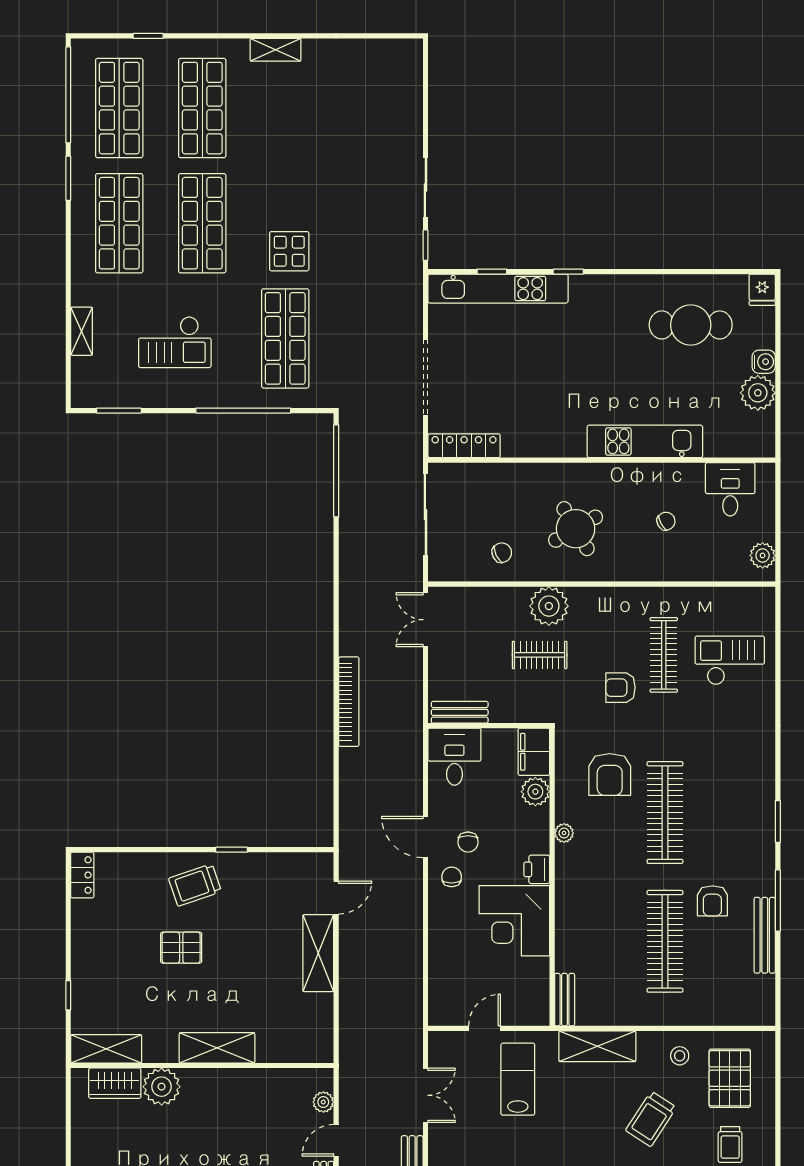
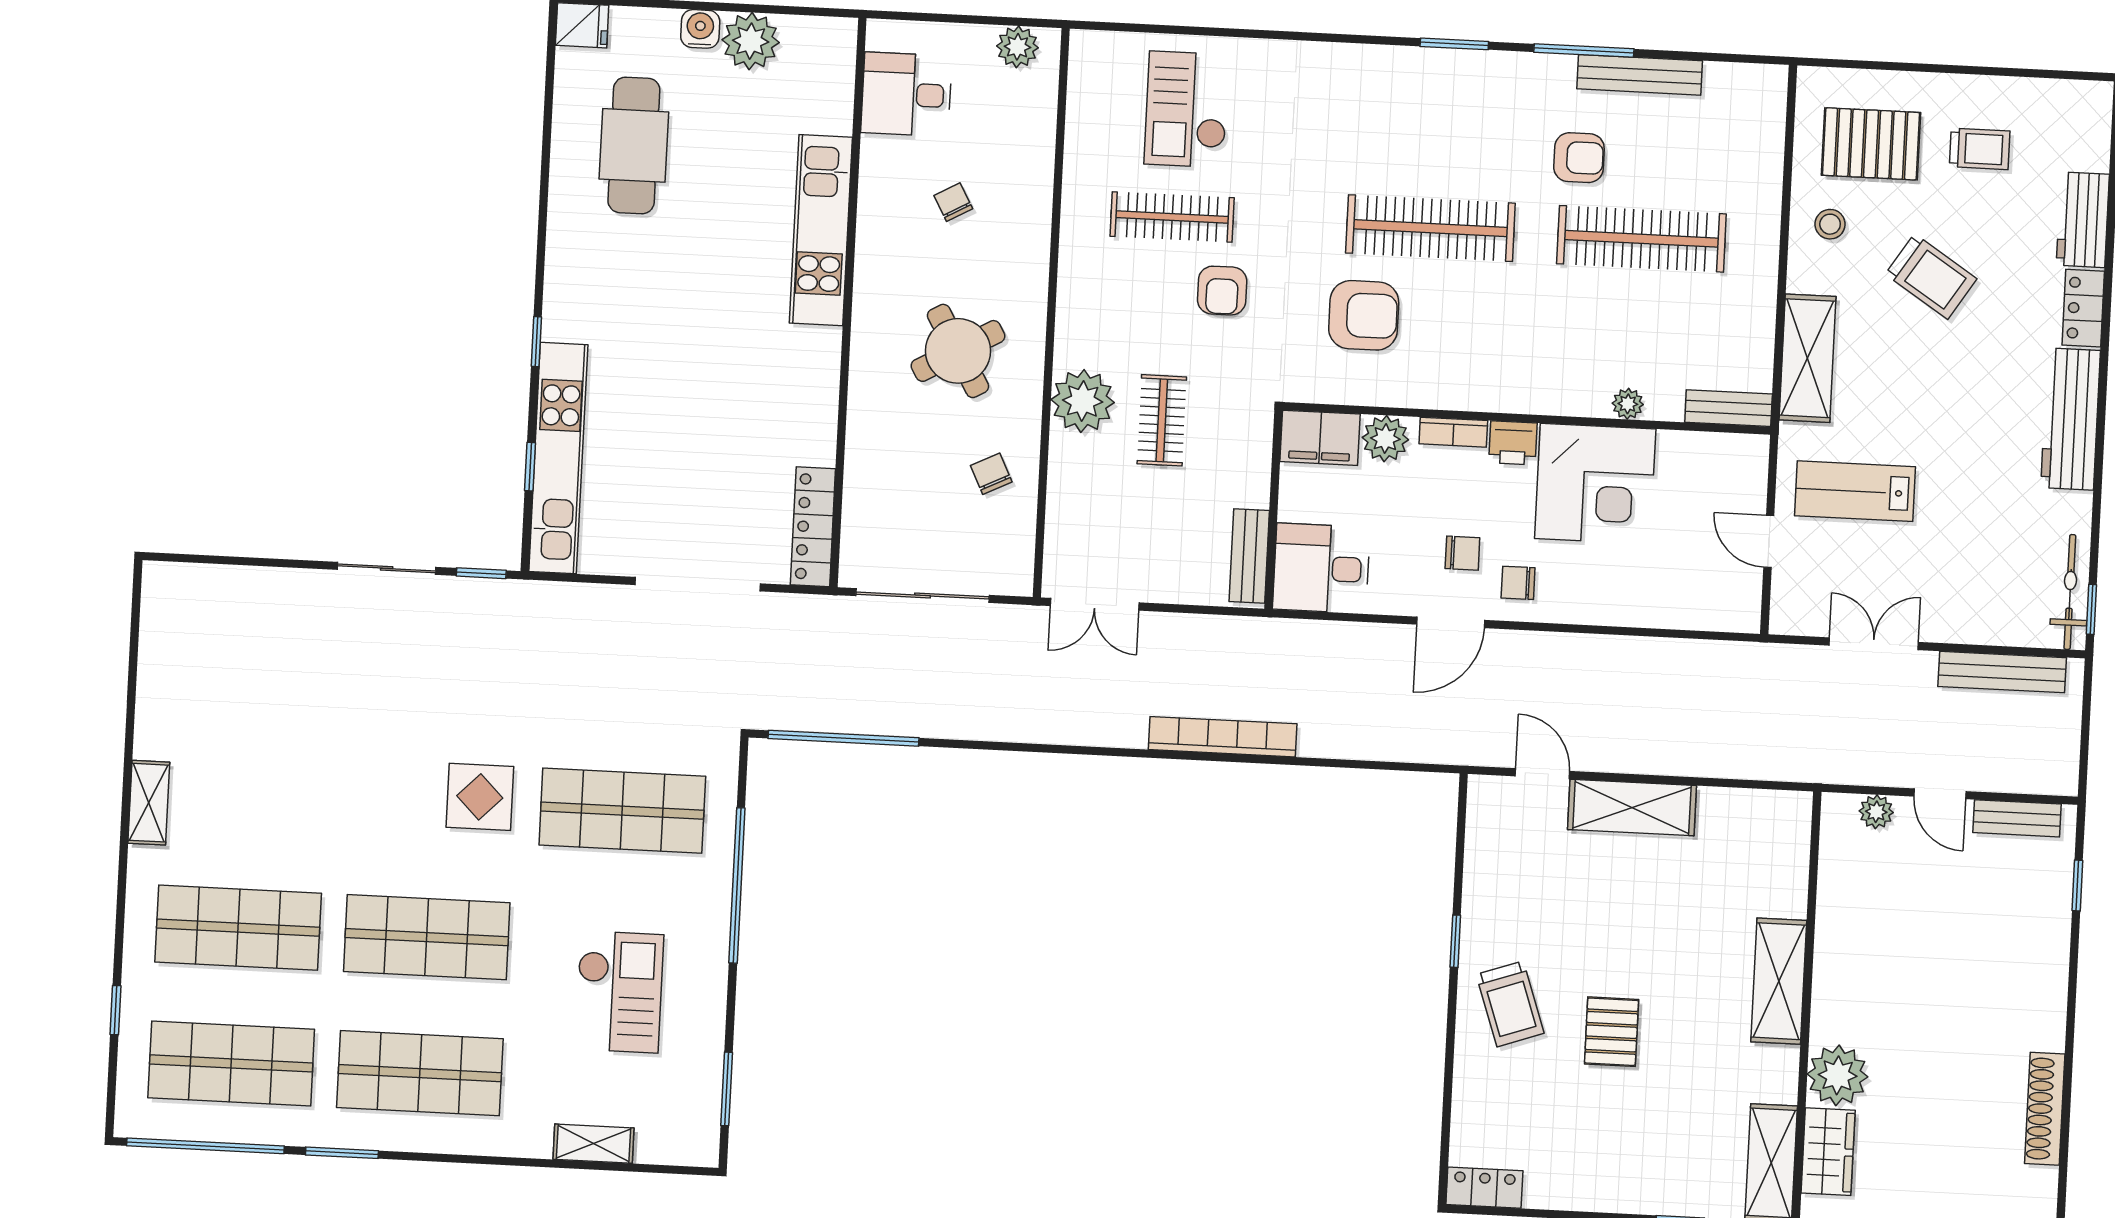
bookcase: (541, 833) -> (1453, 432), added
plant: (564, 833) -> (1628, 404), moved

